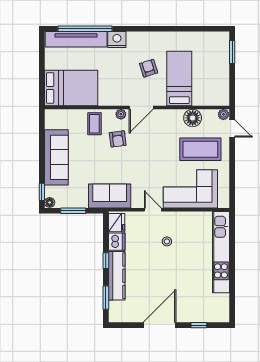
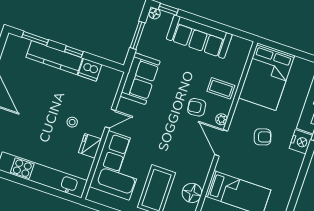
armchair: (149, 68) -> (263, 137), moved
fridge: (117, 223) -> (90, 146), moved, turned 90

